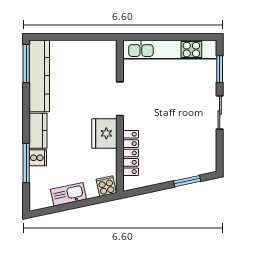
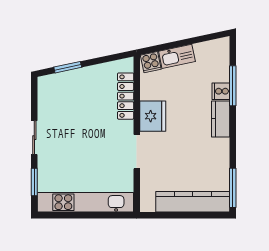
kitchen counter: (39, 76) -> (193, 202), moved, turned 90
kitchen sink: (68, 194) -> (177, 56), moved

